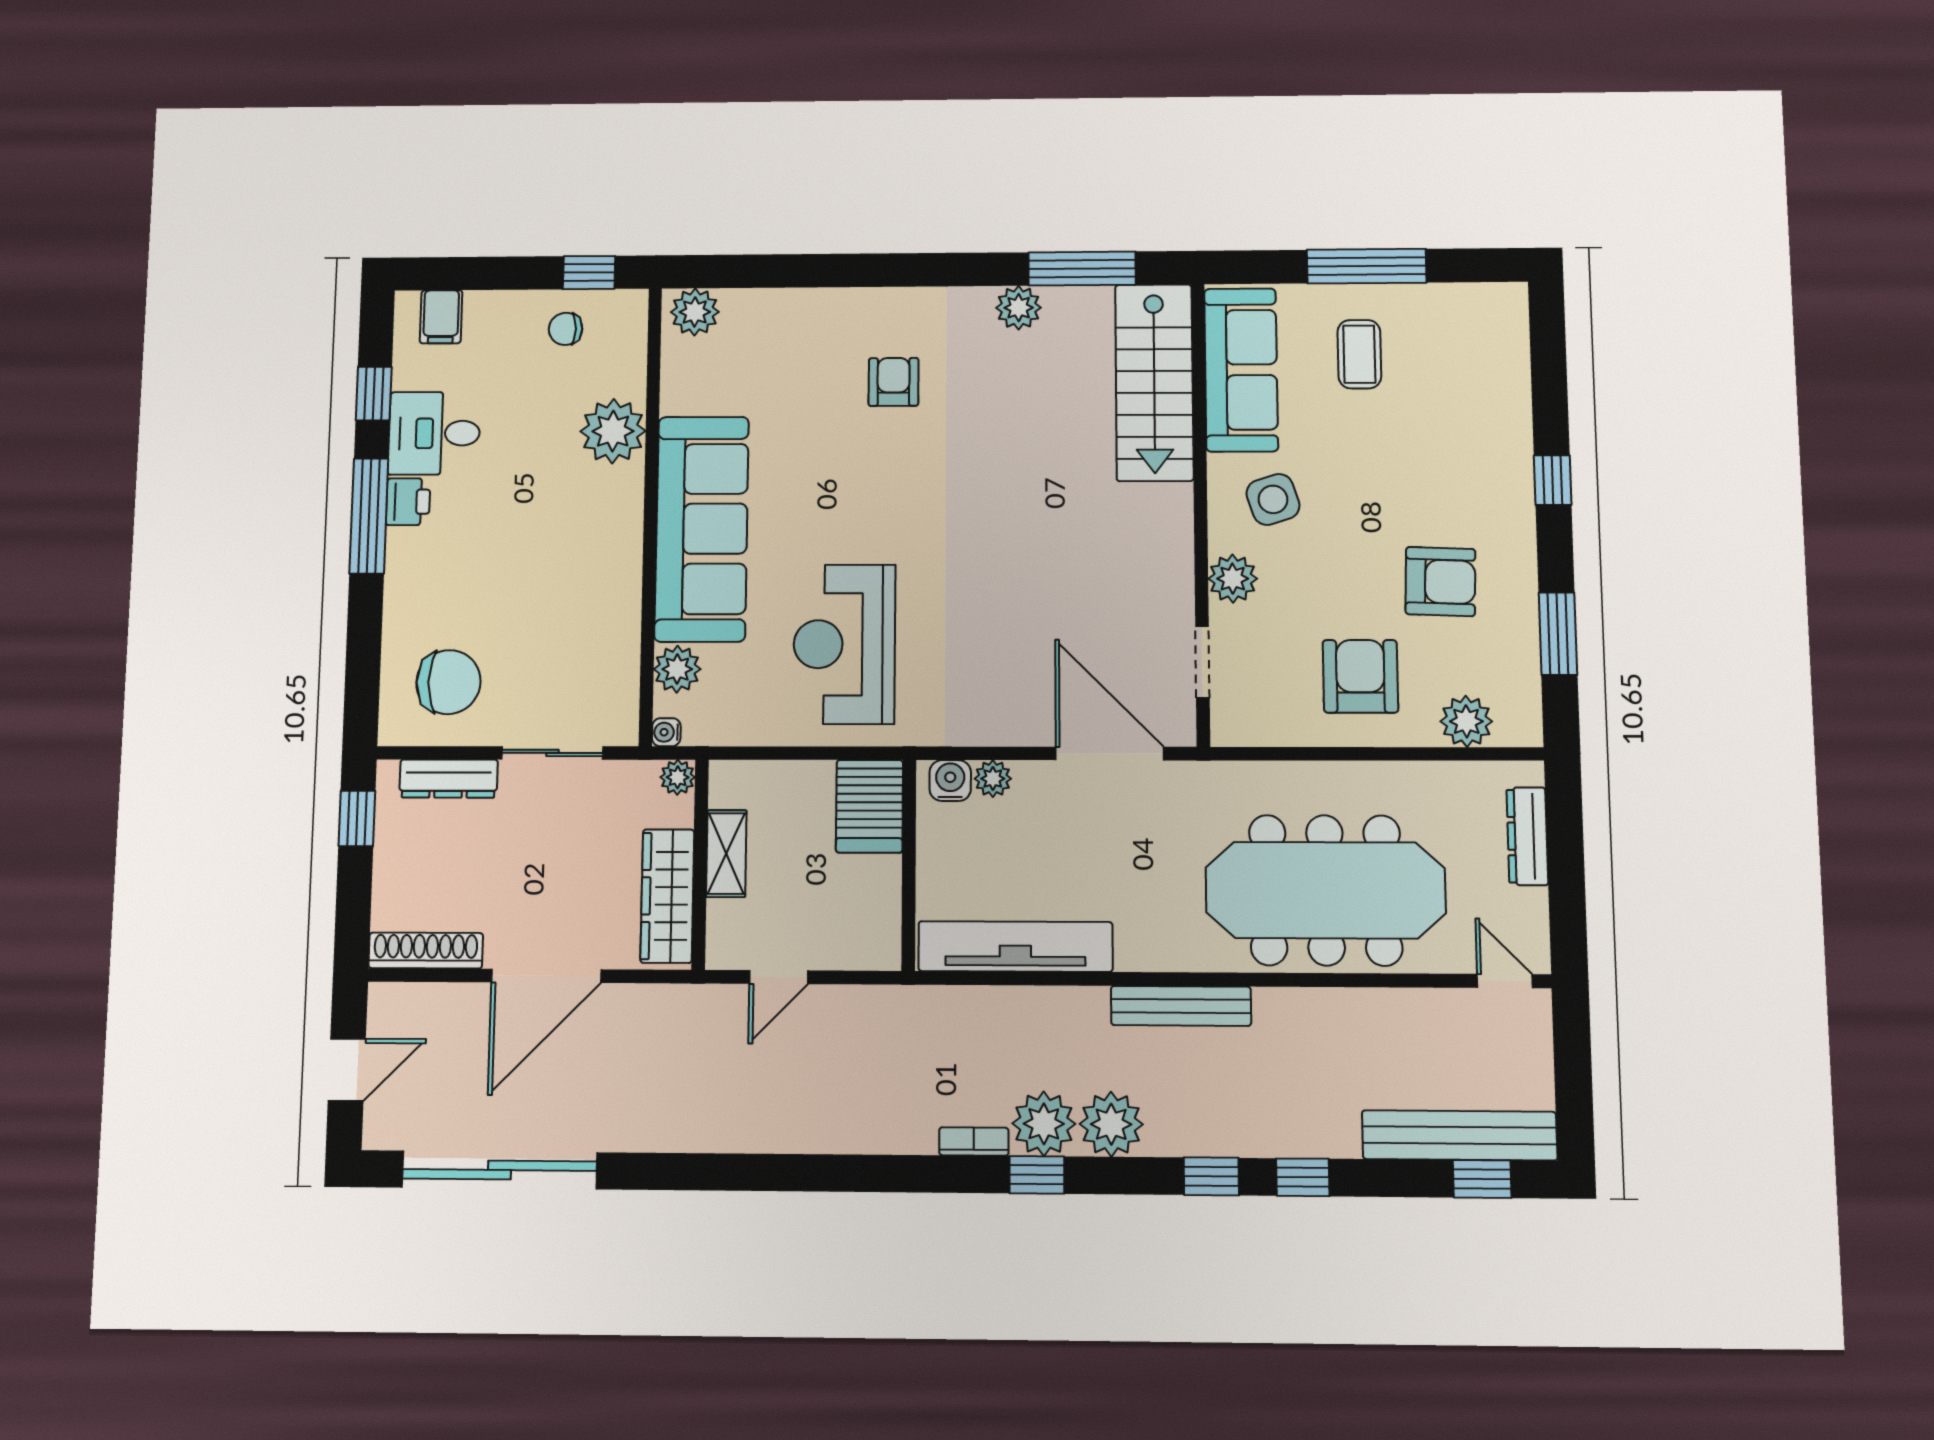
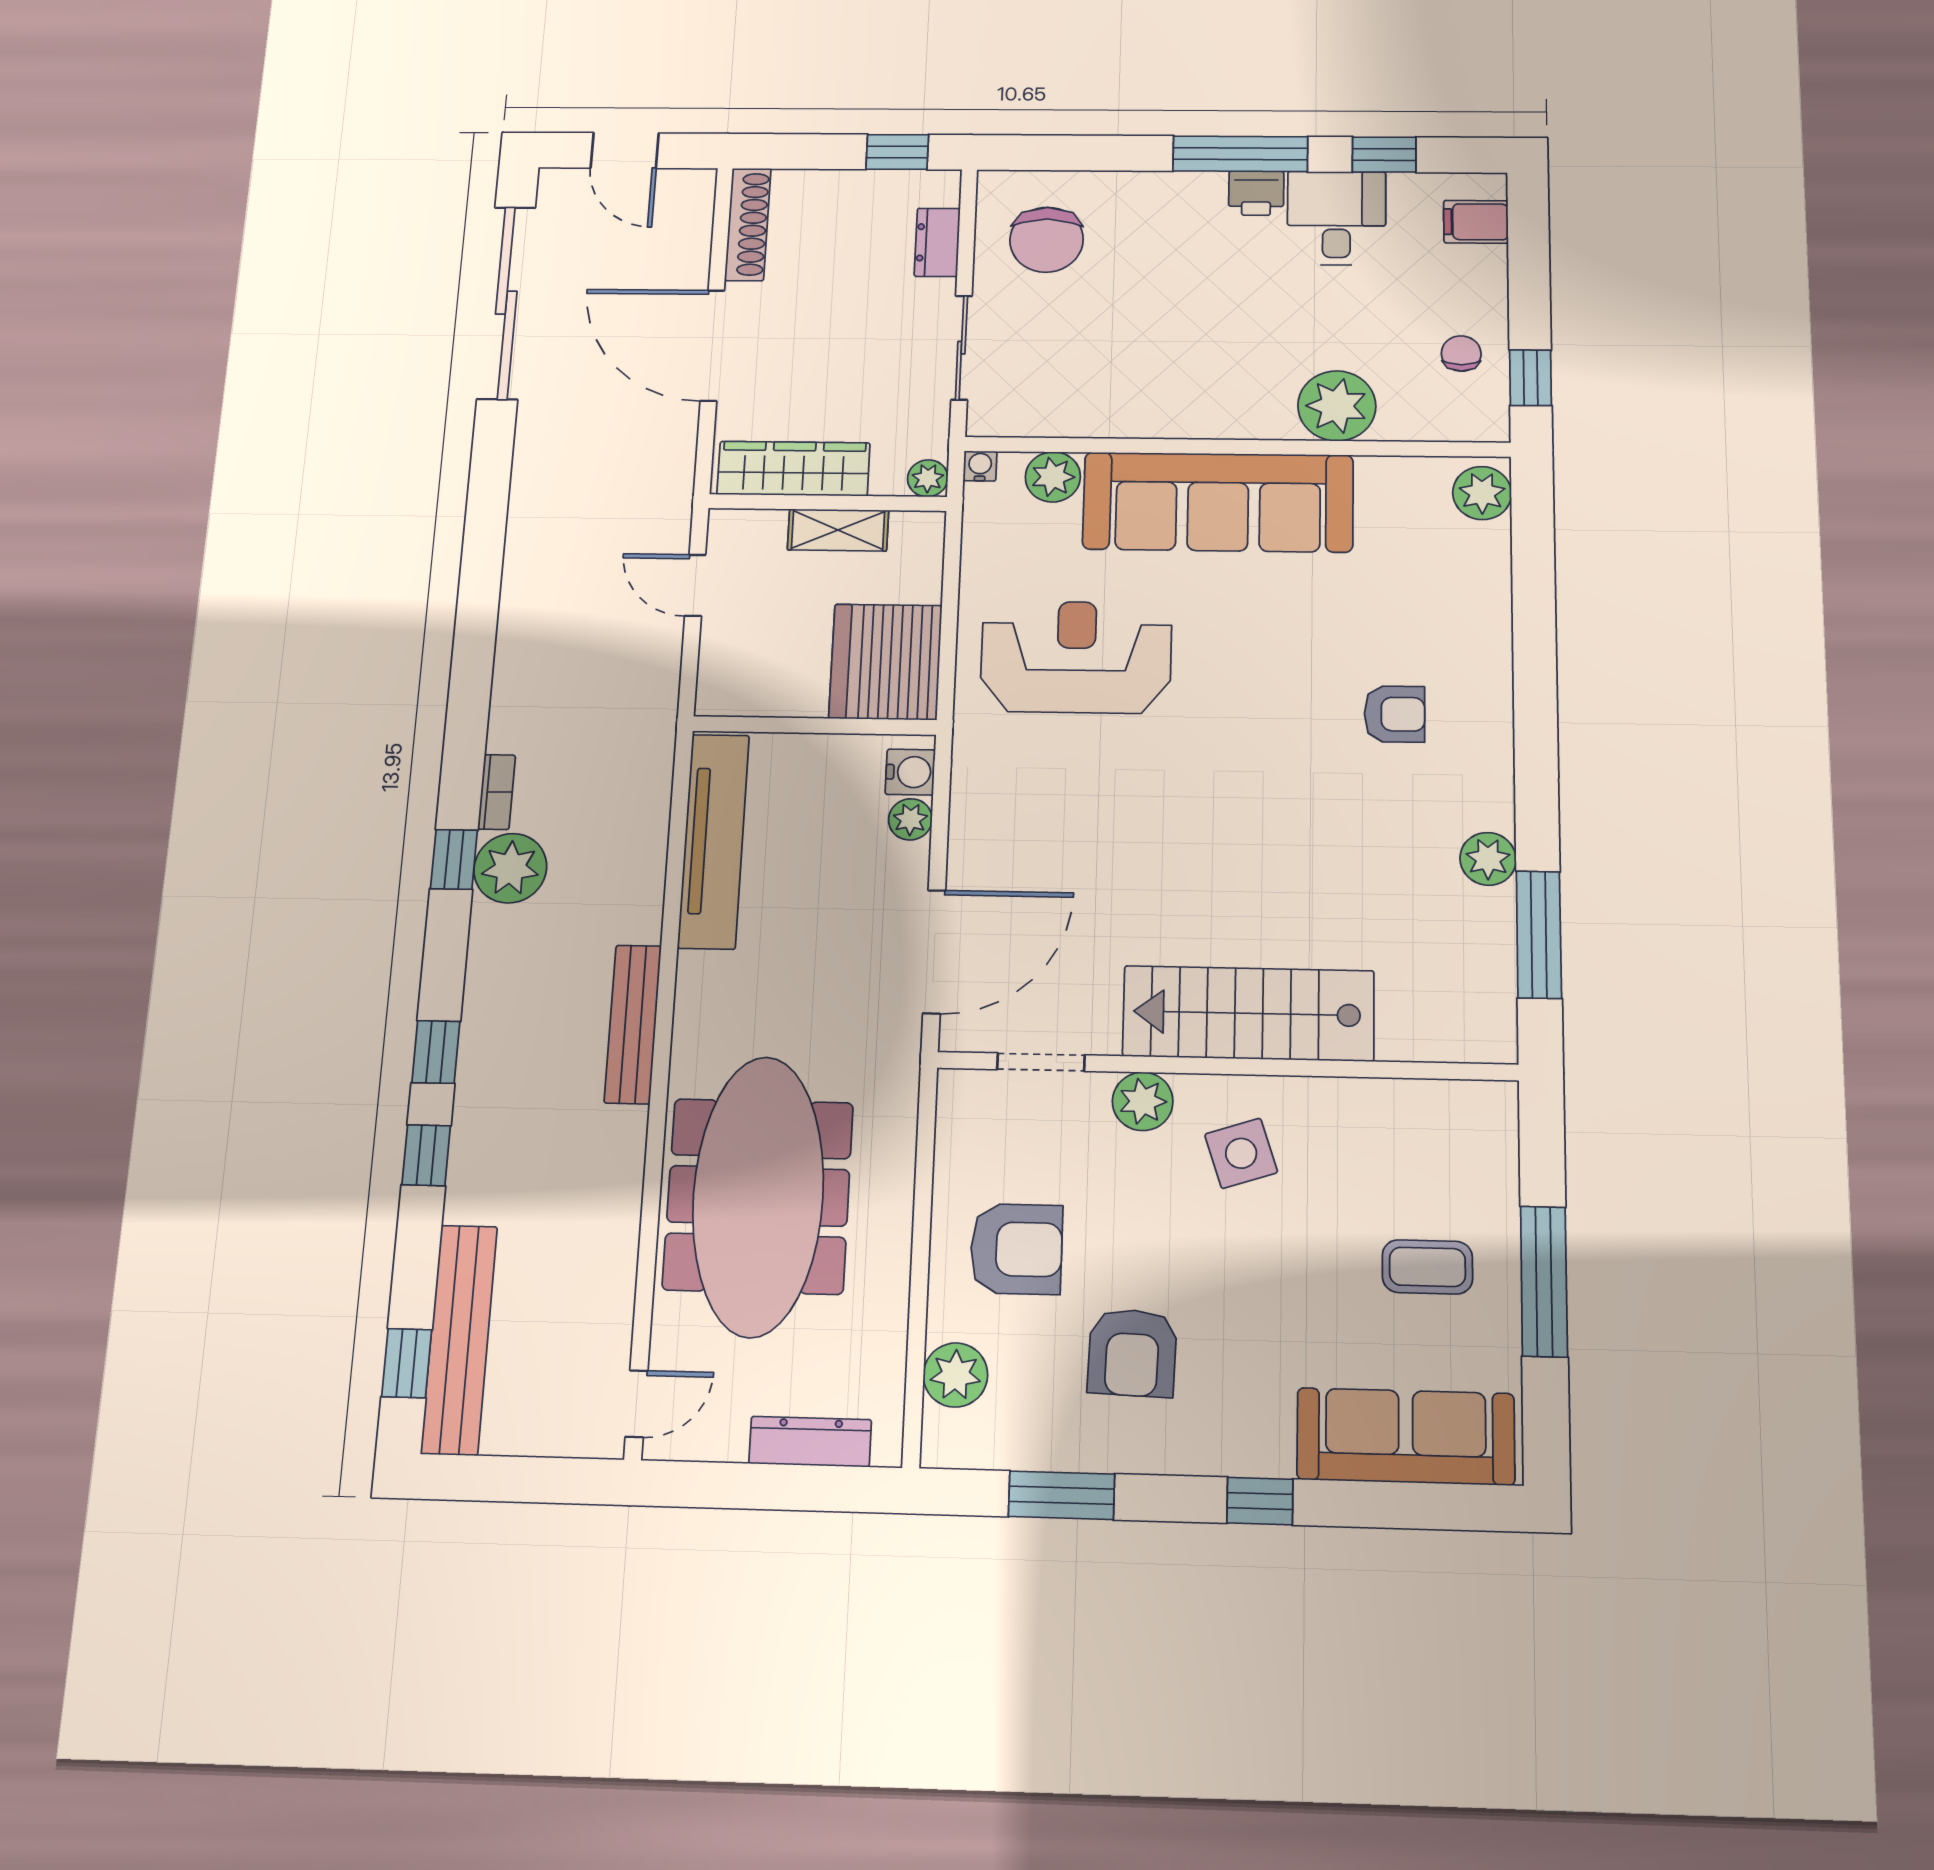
sofa: (1241, 370) -> (1406, 1436), moved, turned 180
stairs: (1154, 382) -> (1248, 1013), moved
dresser: (449, 779) -> (937, 242), width x0.70
server rack: (869, 806) -> (886, 662), width x1.60
plant: (1111, 1124) -> (504, 942), removed

